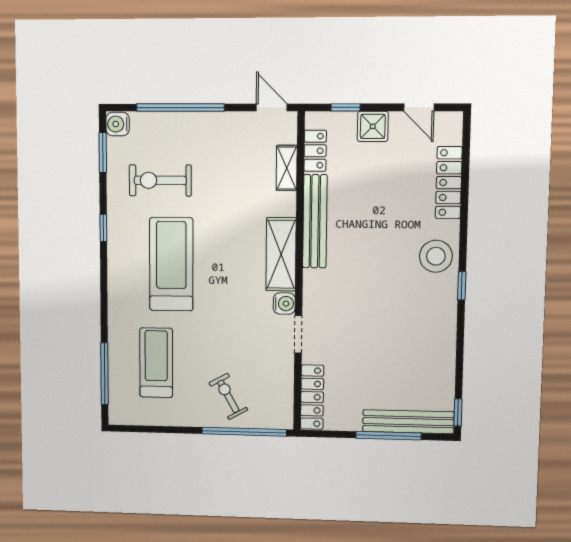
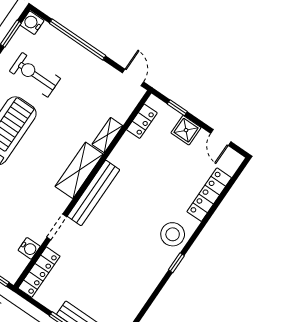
shelving: (287, 168) -> (107, 135), moved
bench: (315, 221) -> (93, 193), moved
water cooler: (284, 304) -> (29, 248), moved

